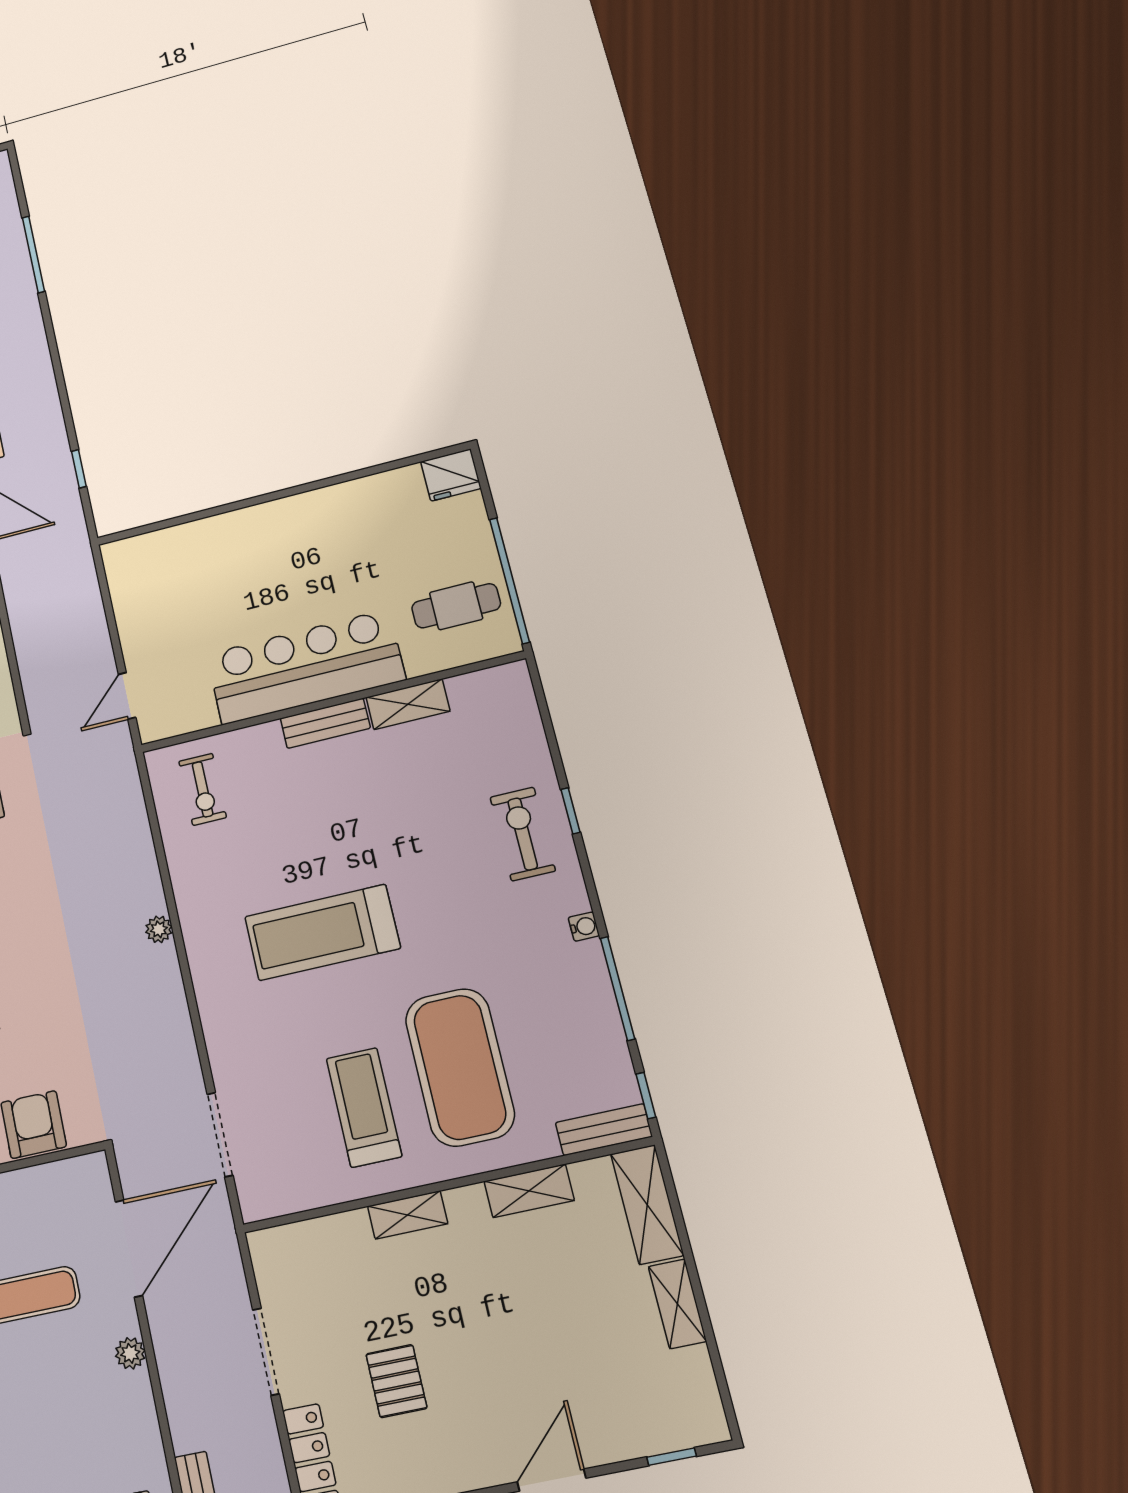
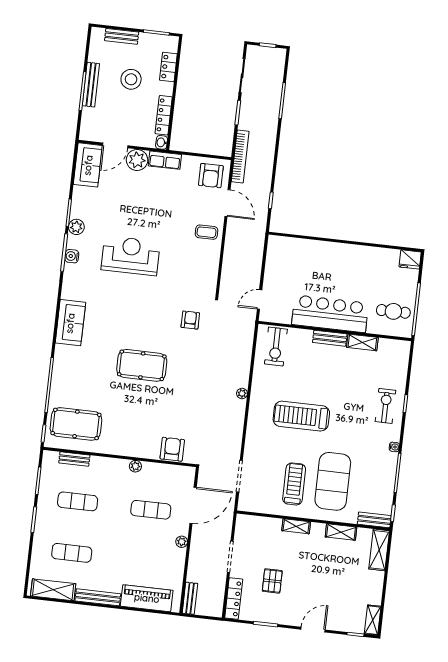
exercise bike: (203, 789) -> (276, 347), width x1.38, depth x1.39
shelving: (677, 1304) -> (373, 620), moved

